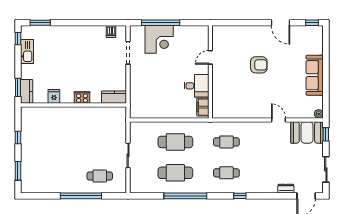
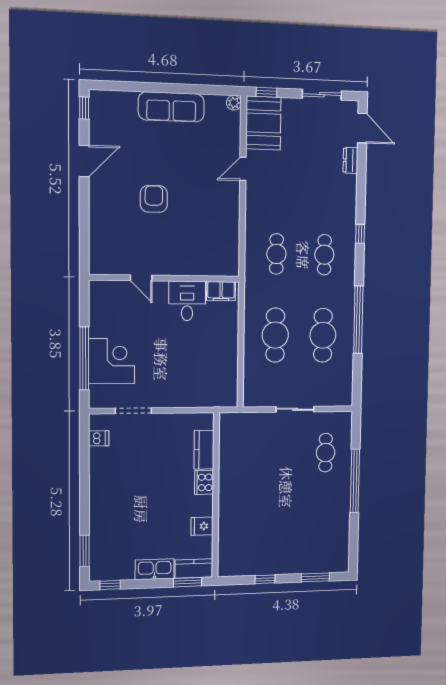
kitchen sink: (27, 51) -> (155, 569), moved
kitchen counter: (114, 97) -> (204, 450), moved

